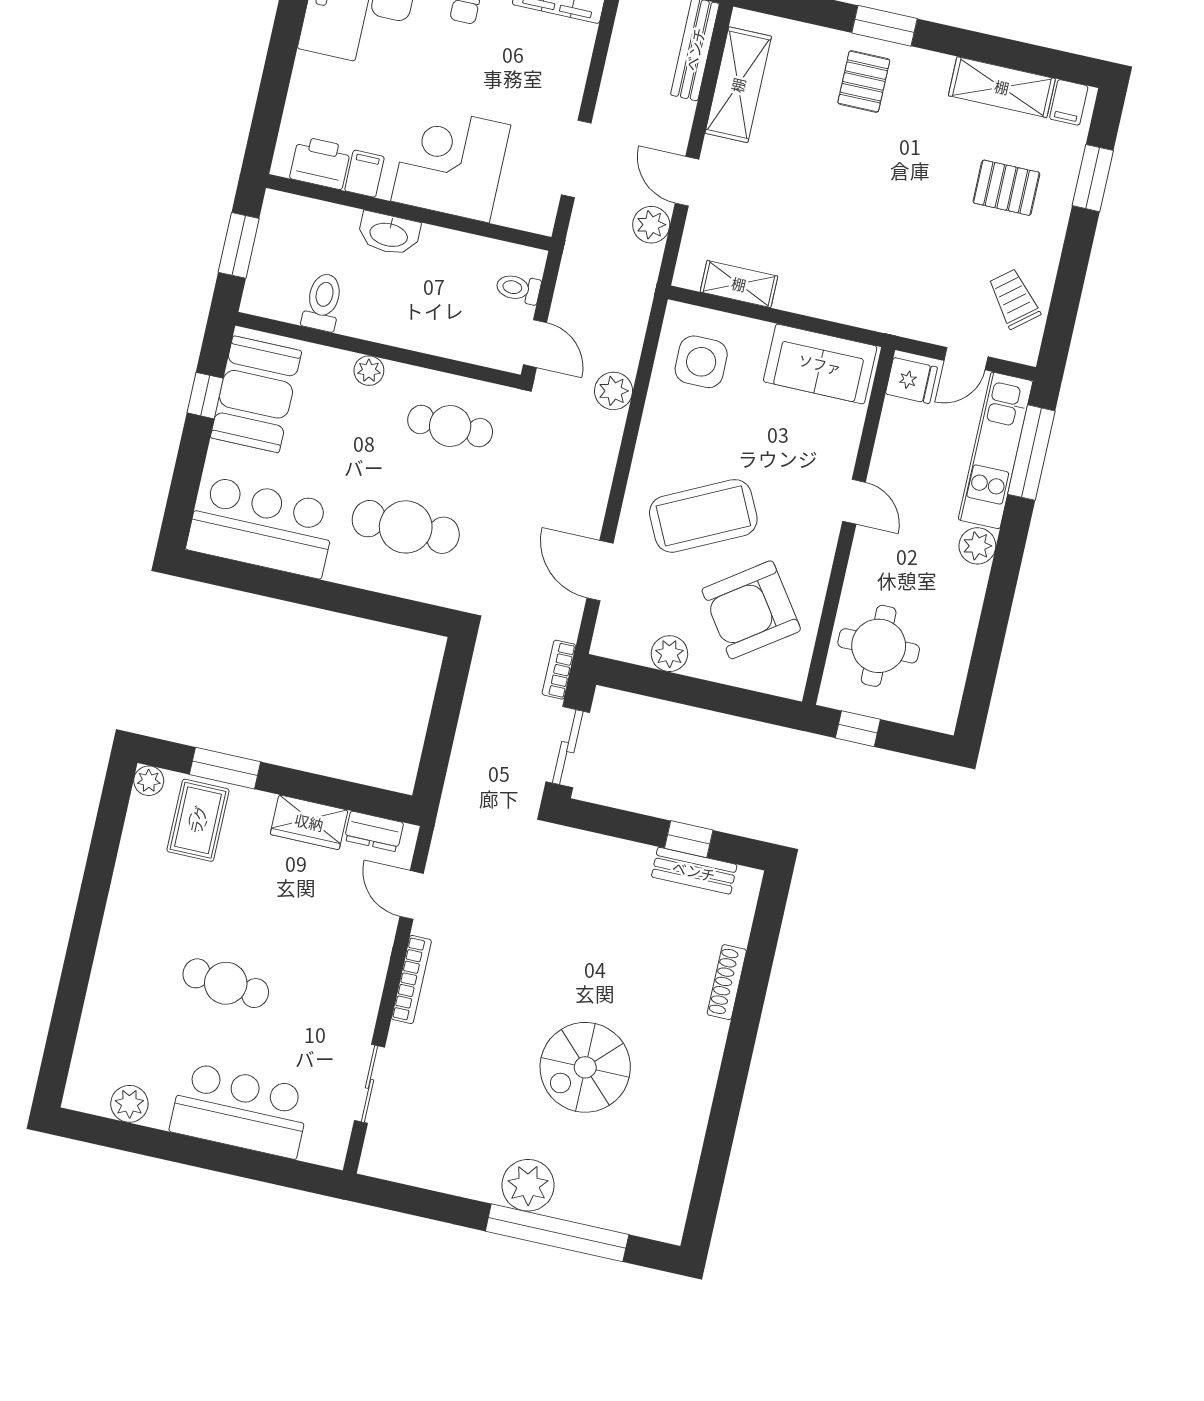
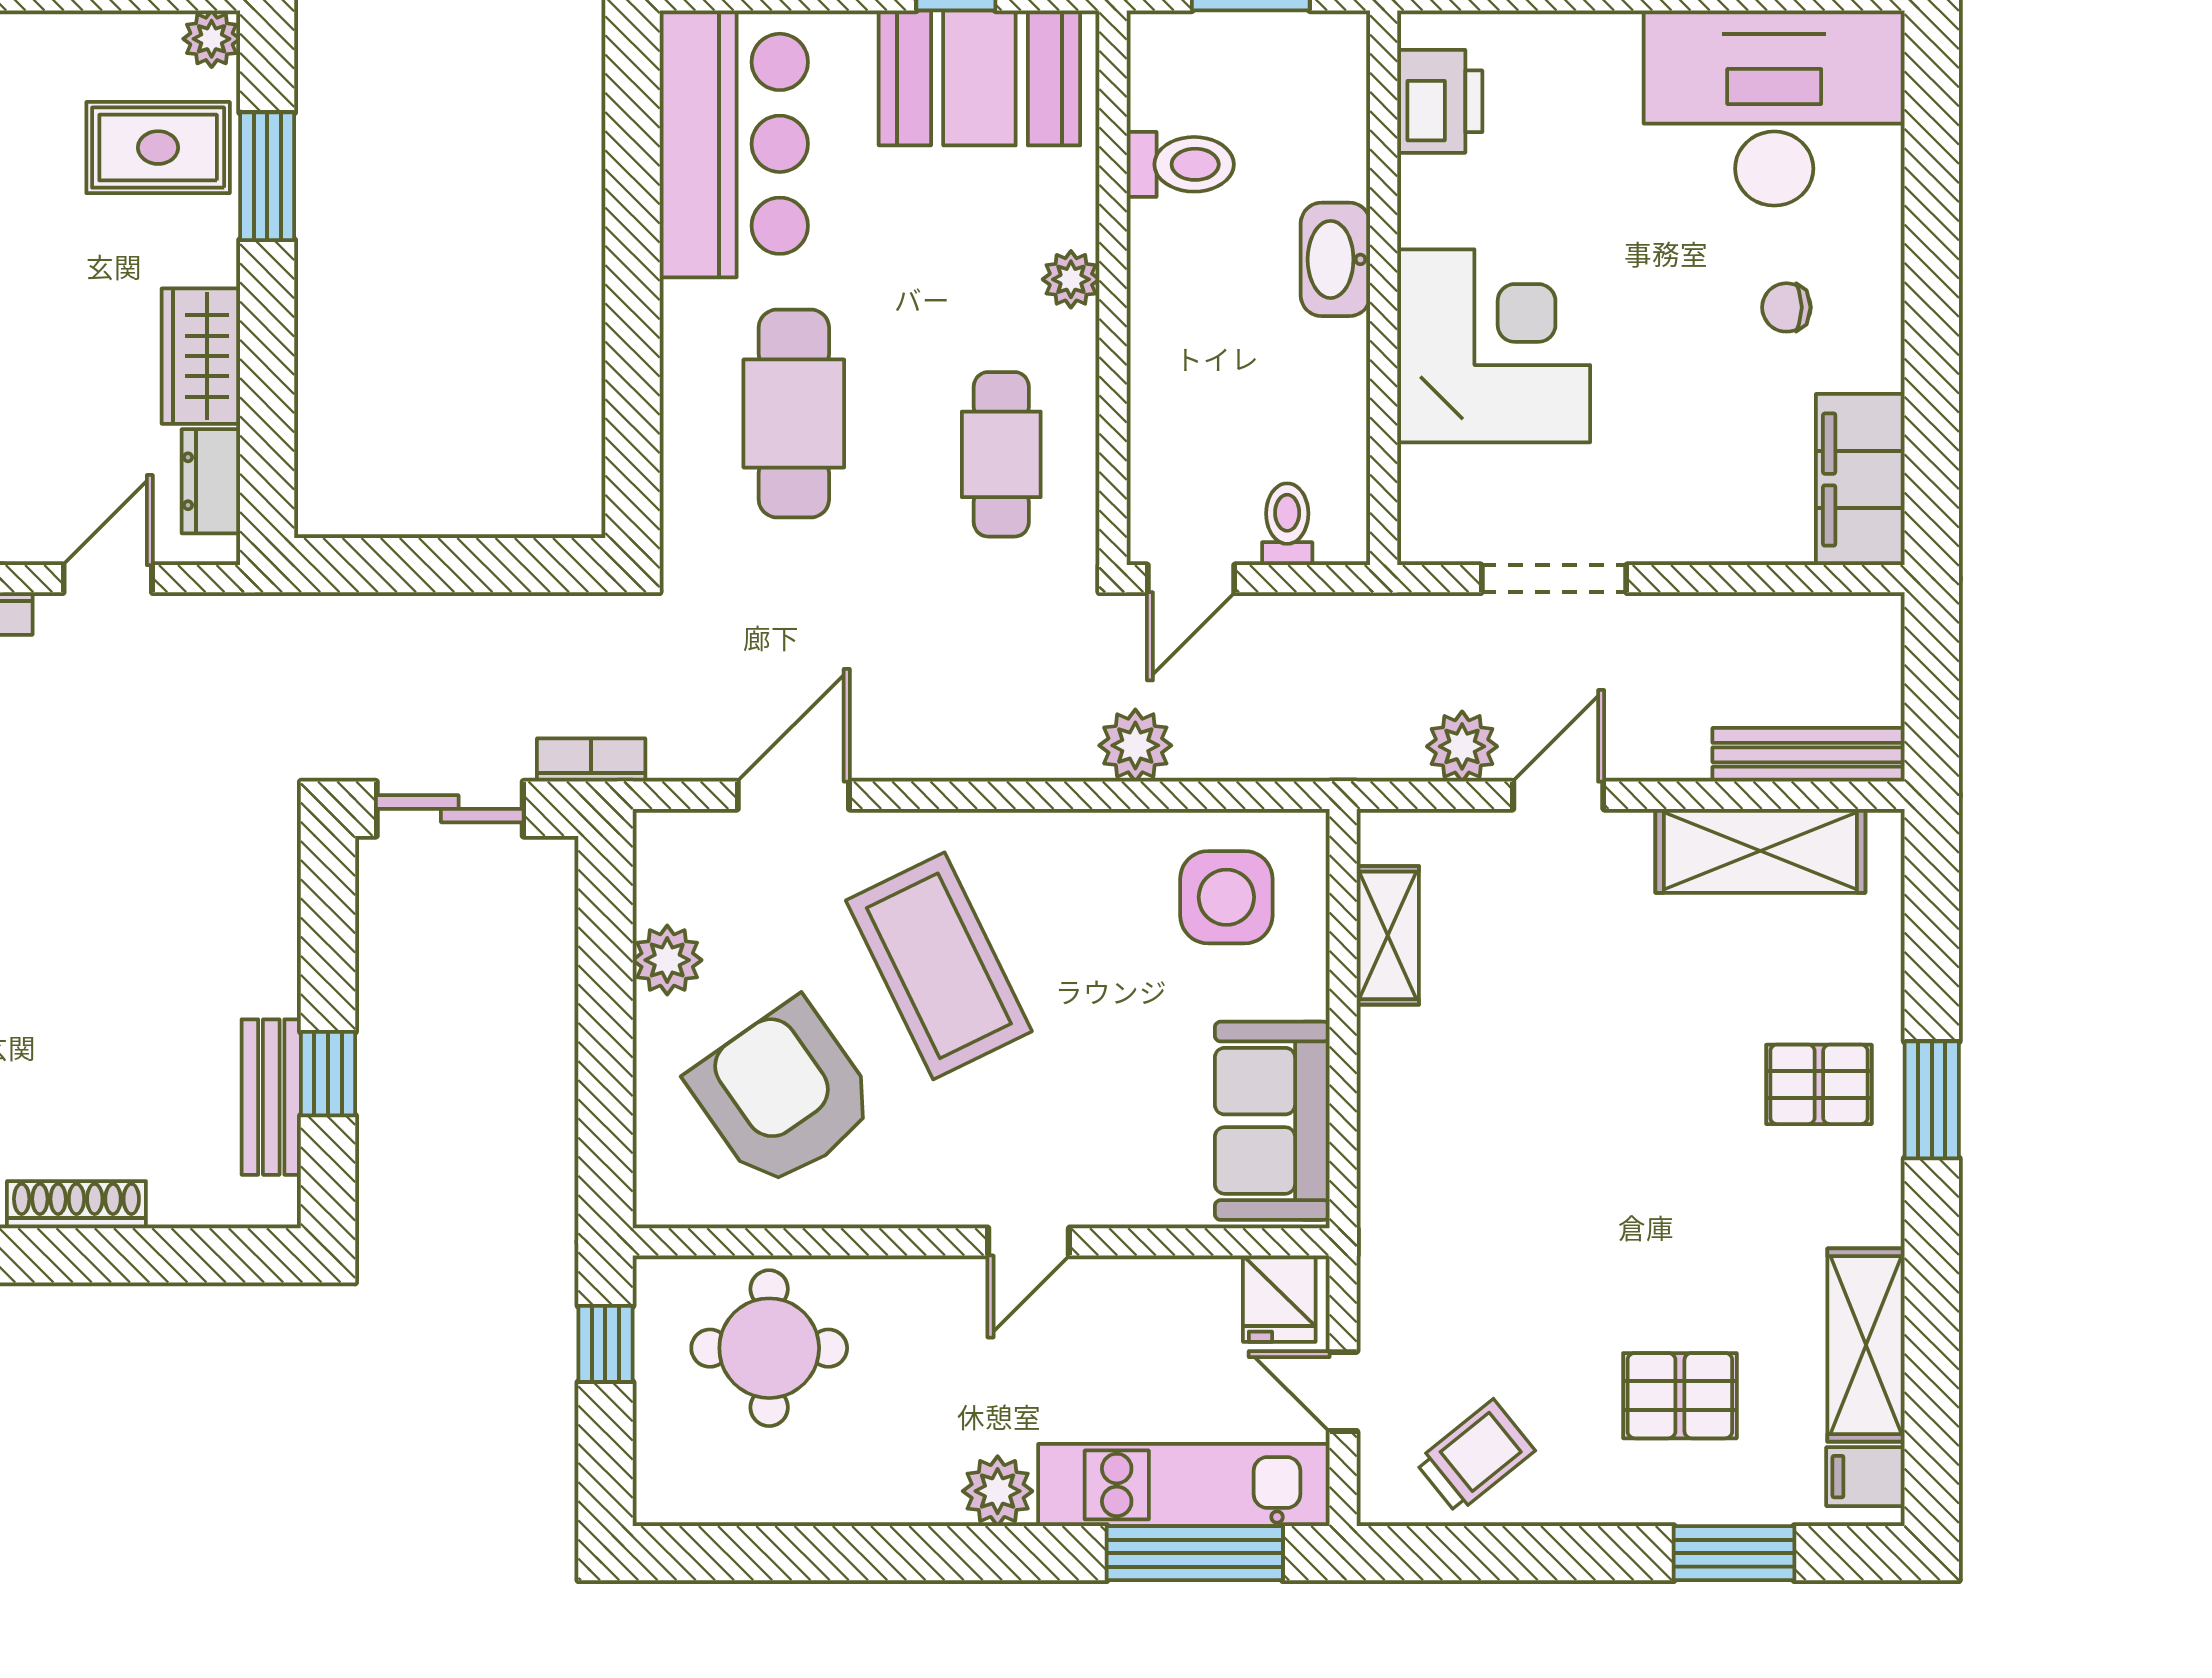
filing cabinet: (364, 174) -> (1438, 189), removed
pallet: (1006, 188) -> (1680, 1396), turned 90

